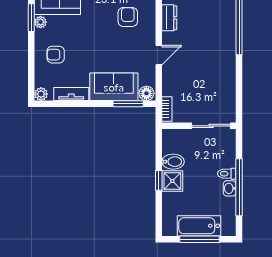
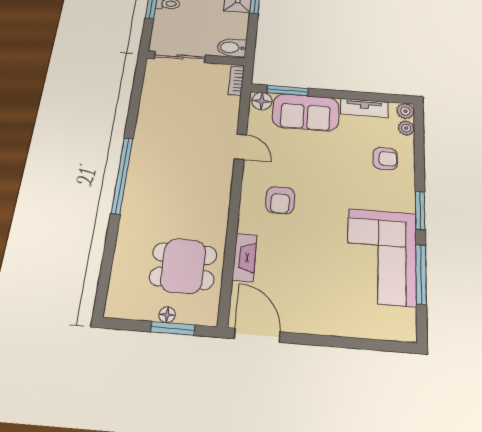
dresser: (169, 18) -> (220, 194), removed
plant: (41, 22) -> (406, 128), moved
door: (159, 55) -> (240, 147), swing flipped
bidet: (173, 162) -> (232, 48), moved

